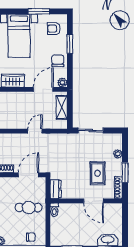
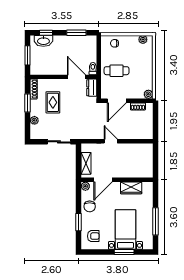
window: (39, 11) -> (124, 252), moved
door: (35, 131) -> (111, 141), swing flipped
door: (93, 201) -> (76, 77), moved
window: (125, 224) -> (28, 55), added

